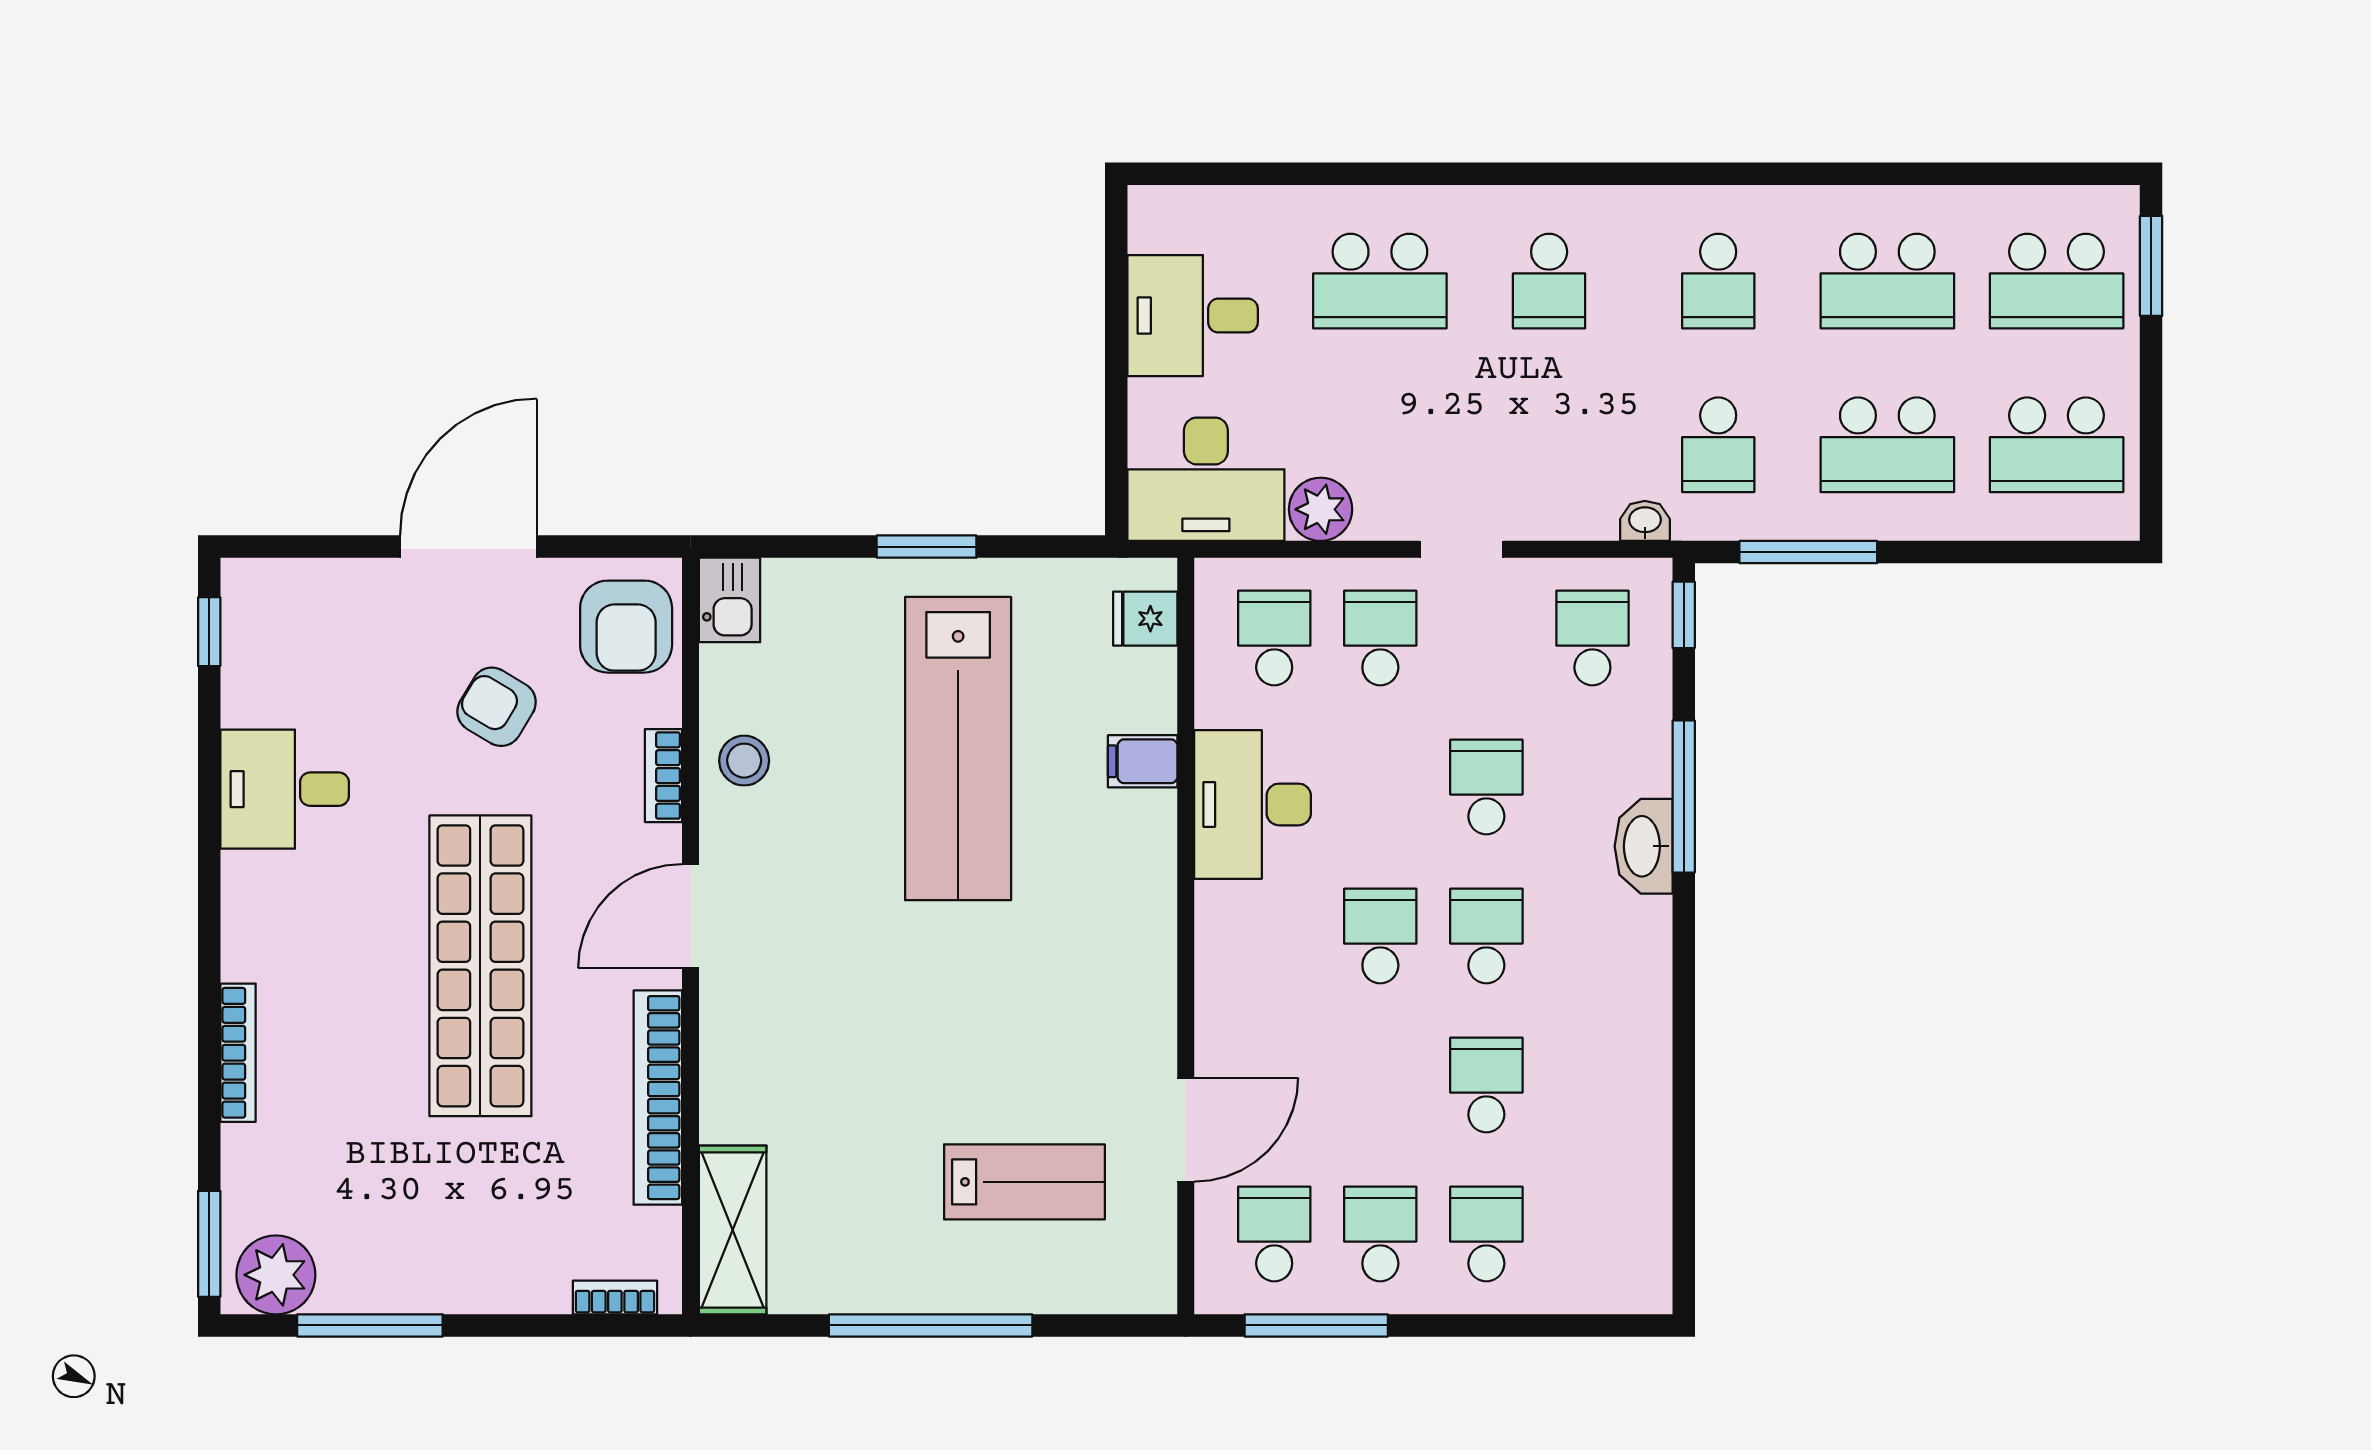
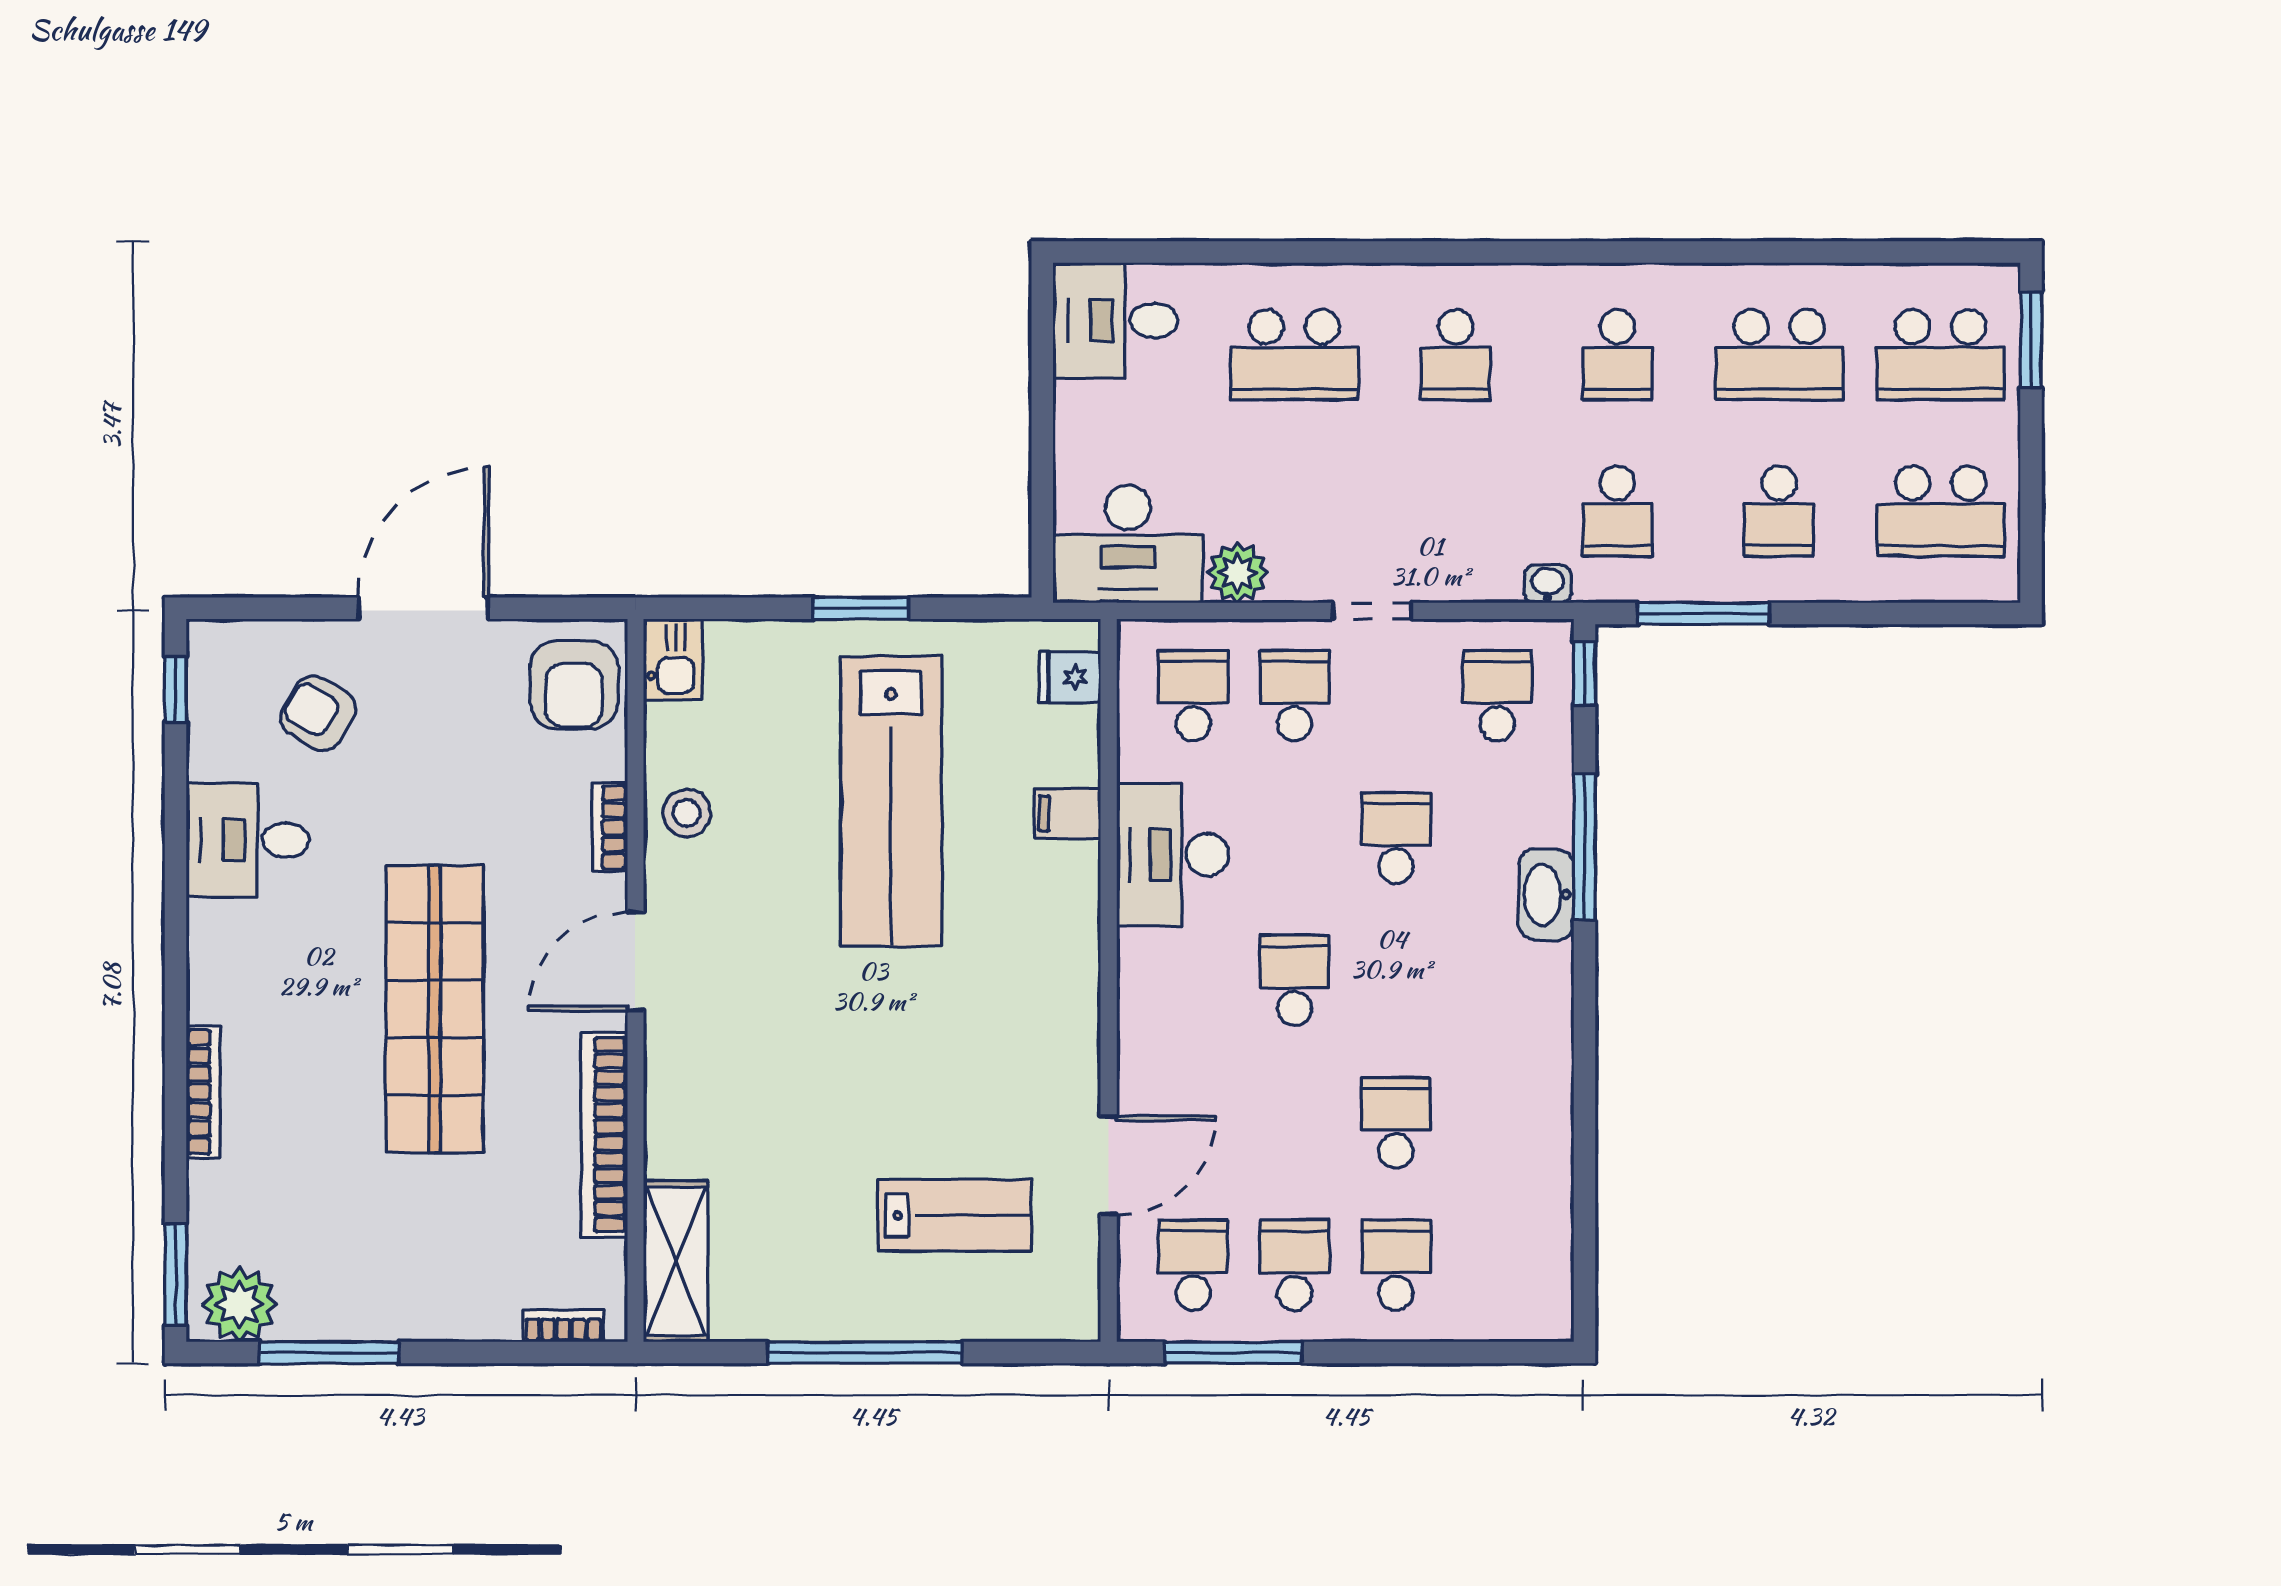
desk: (1193, 316) -> (1115, 321), moved
school desk: (1887, 445) -> (1779, 511), width x0.54
armchair: (497, 707) -> (318, 713), moved
school desk: (1486, 936) -> (1396, 980), removed

